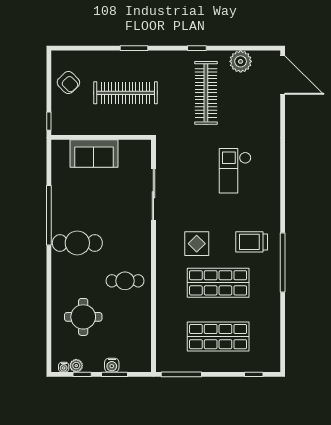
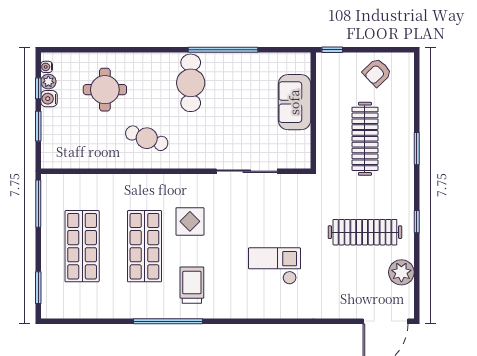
cafe table: (125, 281) -> (147, 138), turned -70
water cooler: (112, 365) -> (49, 99), moved
window: (254, 374) -> (38, 288), width x1.50

